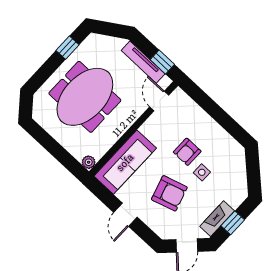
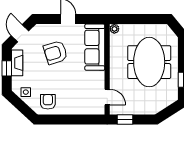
tv unit: (143, 62) -> (135, 110), removed
armchair: (187, 152) -> (48, 102), moved
side table: (202, 172) -> (26, 92), moved

